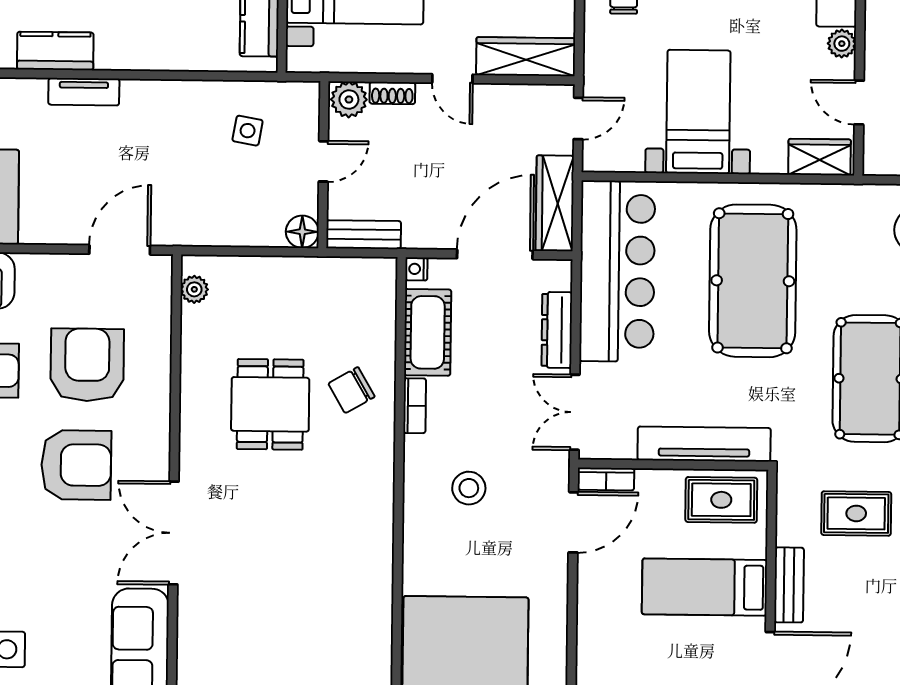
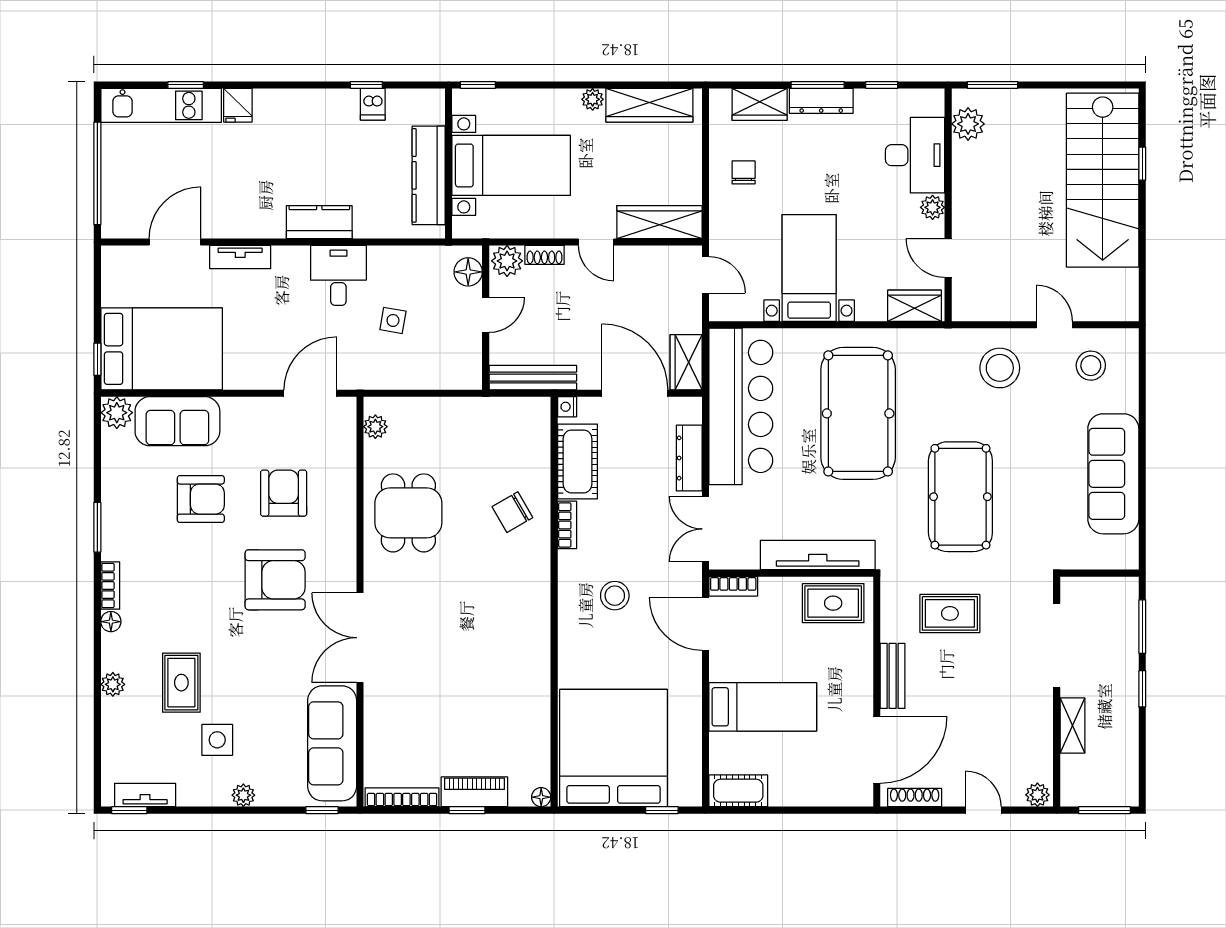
kitchen counter: (55, 51) -> (319, 222), moved
tv unit: (84, 92) -> (240, 257), moved
desk: (154, 114) -> (338, 275), added
door: (578, 118) -> (705, 275), hinge flipped
side table: (248, 131) -> (393, 320), moved
wardrobe: (555, 203) -> (686, 362), width x0.67
floor lamp: (302, 232) -> (468, 272), moved
bench: (364, 235) -> (533, 378), width x1.36
door: (495, 254) -> (635, 393), hinge flipped
armchair: (87, 365) -> (284, 493), width x0.73, depth x0.73
dining table: (270, 404) -> (408, 513), moved
door: (573, 522) -> (705, 624), swing flipped
bed: (704, 587) -> (763, 707), moved, turned 180

